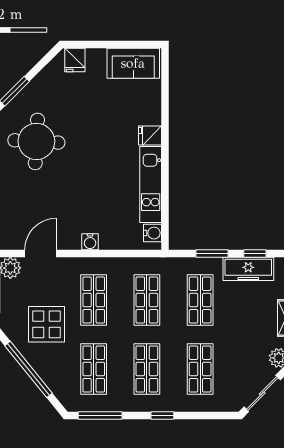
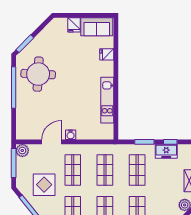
fridge: (75, 60) -> (74, 25), moved
fridge: (150, 135) -> (107, 54), moved
water cooler: (153, 233) -> (108, 129), removed
door: (41, 254) -> (51, 142), moved
freezer: (248, 269) -> (166, 151), width x0.71

